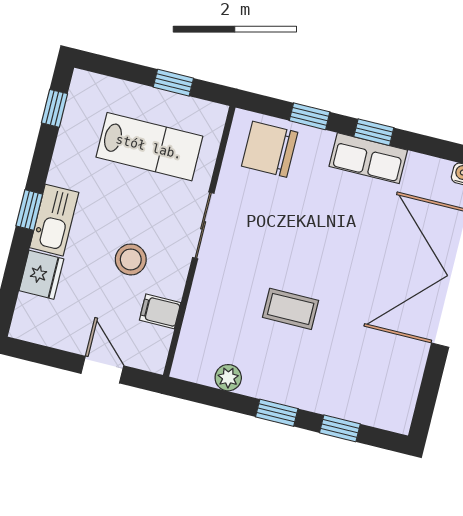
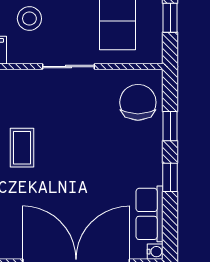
row of seats: (368, 158) -> (150, 214), moved

